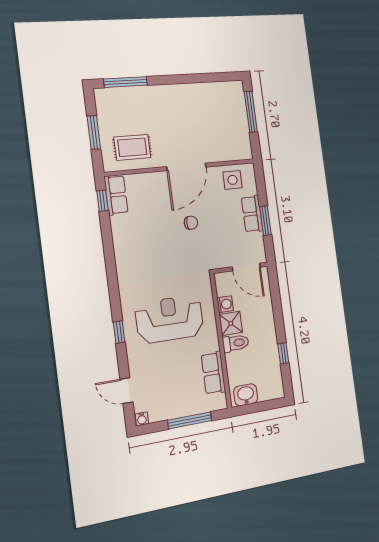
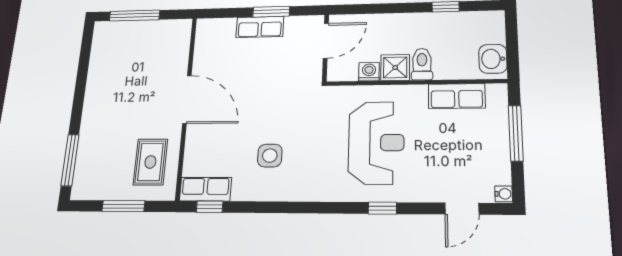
side table: (232, 180) -> (270, 156), moved
chair: (191, 223) -> (257, 102), removed
reception desk: (170, 319) -> (376, 143), turned 180

